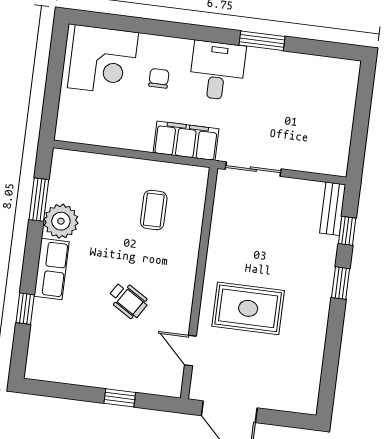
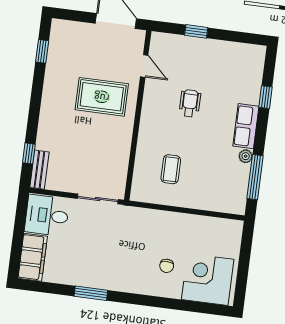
desk: (217, 71) -> (47, 215), moved, turned 90
filing cabinet: (186, 141) -> (33, 257), moved, turned -90
window: (39, 200) -> (255, 177), width x1.44
plant: (61, 221) -> (246, 156), width x0.53, depth x0.53
window: (341, 283) -> (42, 51), moved
wheelchair: (128, 300) -> (190, 103), turned 58

